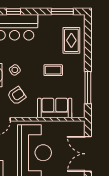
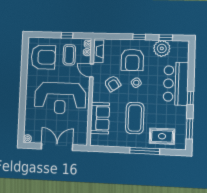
window: (14, 12) -> (190, 98), moved
coffee table: (53, 70) -> (135, 118), width x1.86, depth x1.72
window: (88, 88) -> (145, 151), moved

